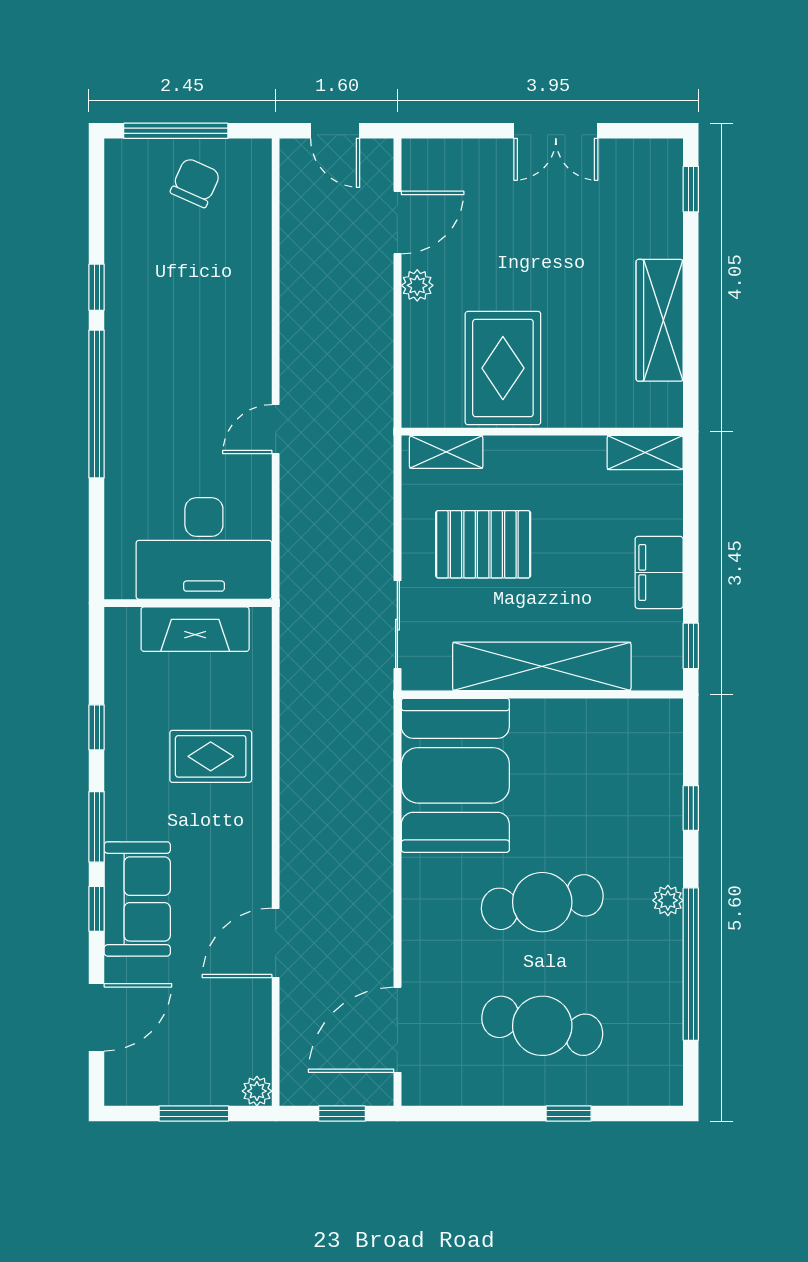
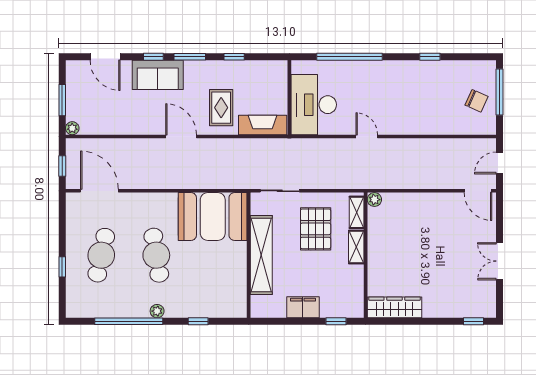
door: (397, 223) -> (478, 191), moved
plant: (417, 285) -> (374, 200), moved
wardrobe: (660, 320) -> (394, 307), moved
rug: (503, 368) -> (394, 238), removed
window: (97, 404) -> (349, 57), moved
shelving: (645, 453) -> (356, 247), moved
fireplace: (195, 629) -> (263, 125), moved, turned 90
window: (691, 646) -> (336, 321), moved
door: (276, 943) -> (181, 137), moved

